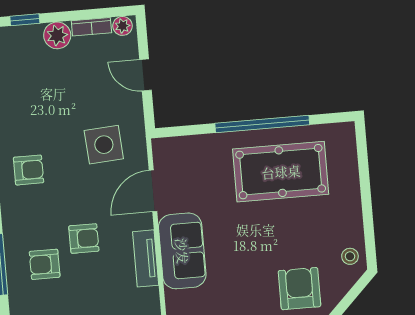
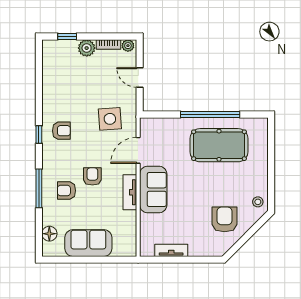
armchair: (84, 239) -> (92, 176), turned -90

